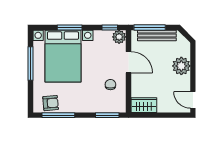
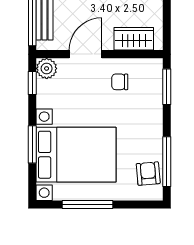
wardrobe: (144, 105) -> (134, 39), moved, turned 90

